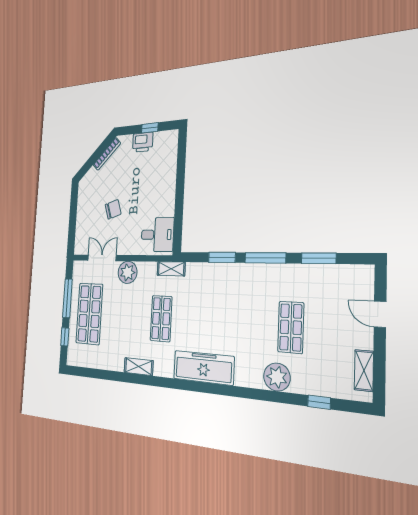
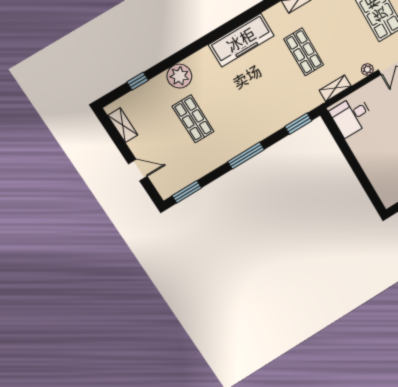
window: (222, 257) -> (298, 124), moved
window: (319, 258) -> (187, 192), moved
shelving: (171, 269) -> (335, 88), moved
plant: (128, 272) -> (367, 70), width x0.53, depth x0.53

